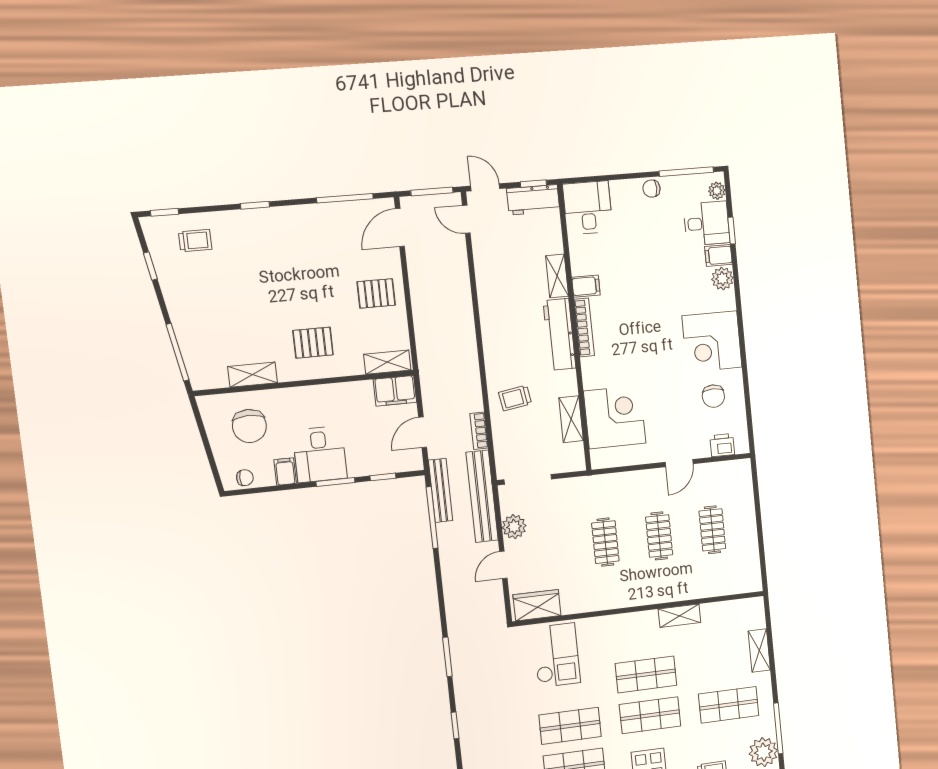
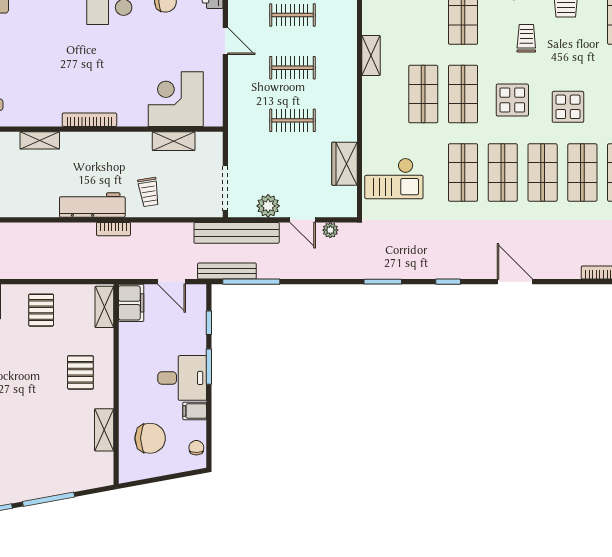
filing cabinet: (586, 286) -> (51, 114), removed
workbench: (559, 334) -> (92, 205), moved, turned 180
window: (177, 352) -> (49, 499), moved
bookcase: (479, 431) -> (113, 229), moved
plant: (496, 595) -> (330, 230), added
wardrobe: (537, 605) -> (344, 164), moved
checkout: (556, 655) -> (394, 178), turned 180

